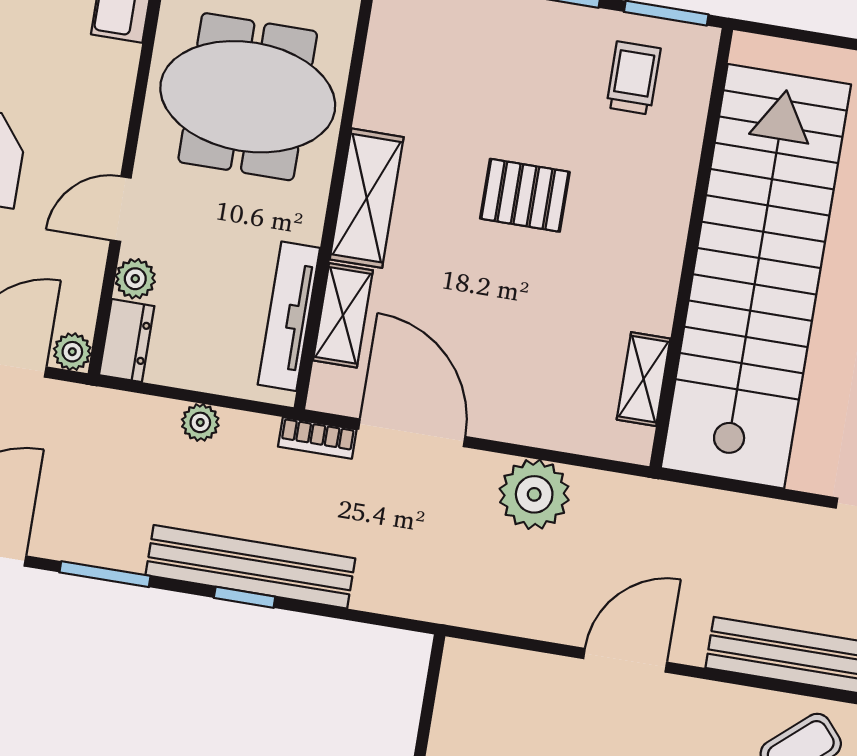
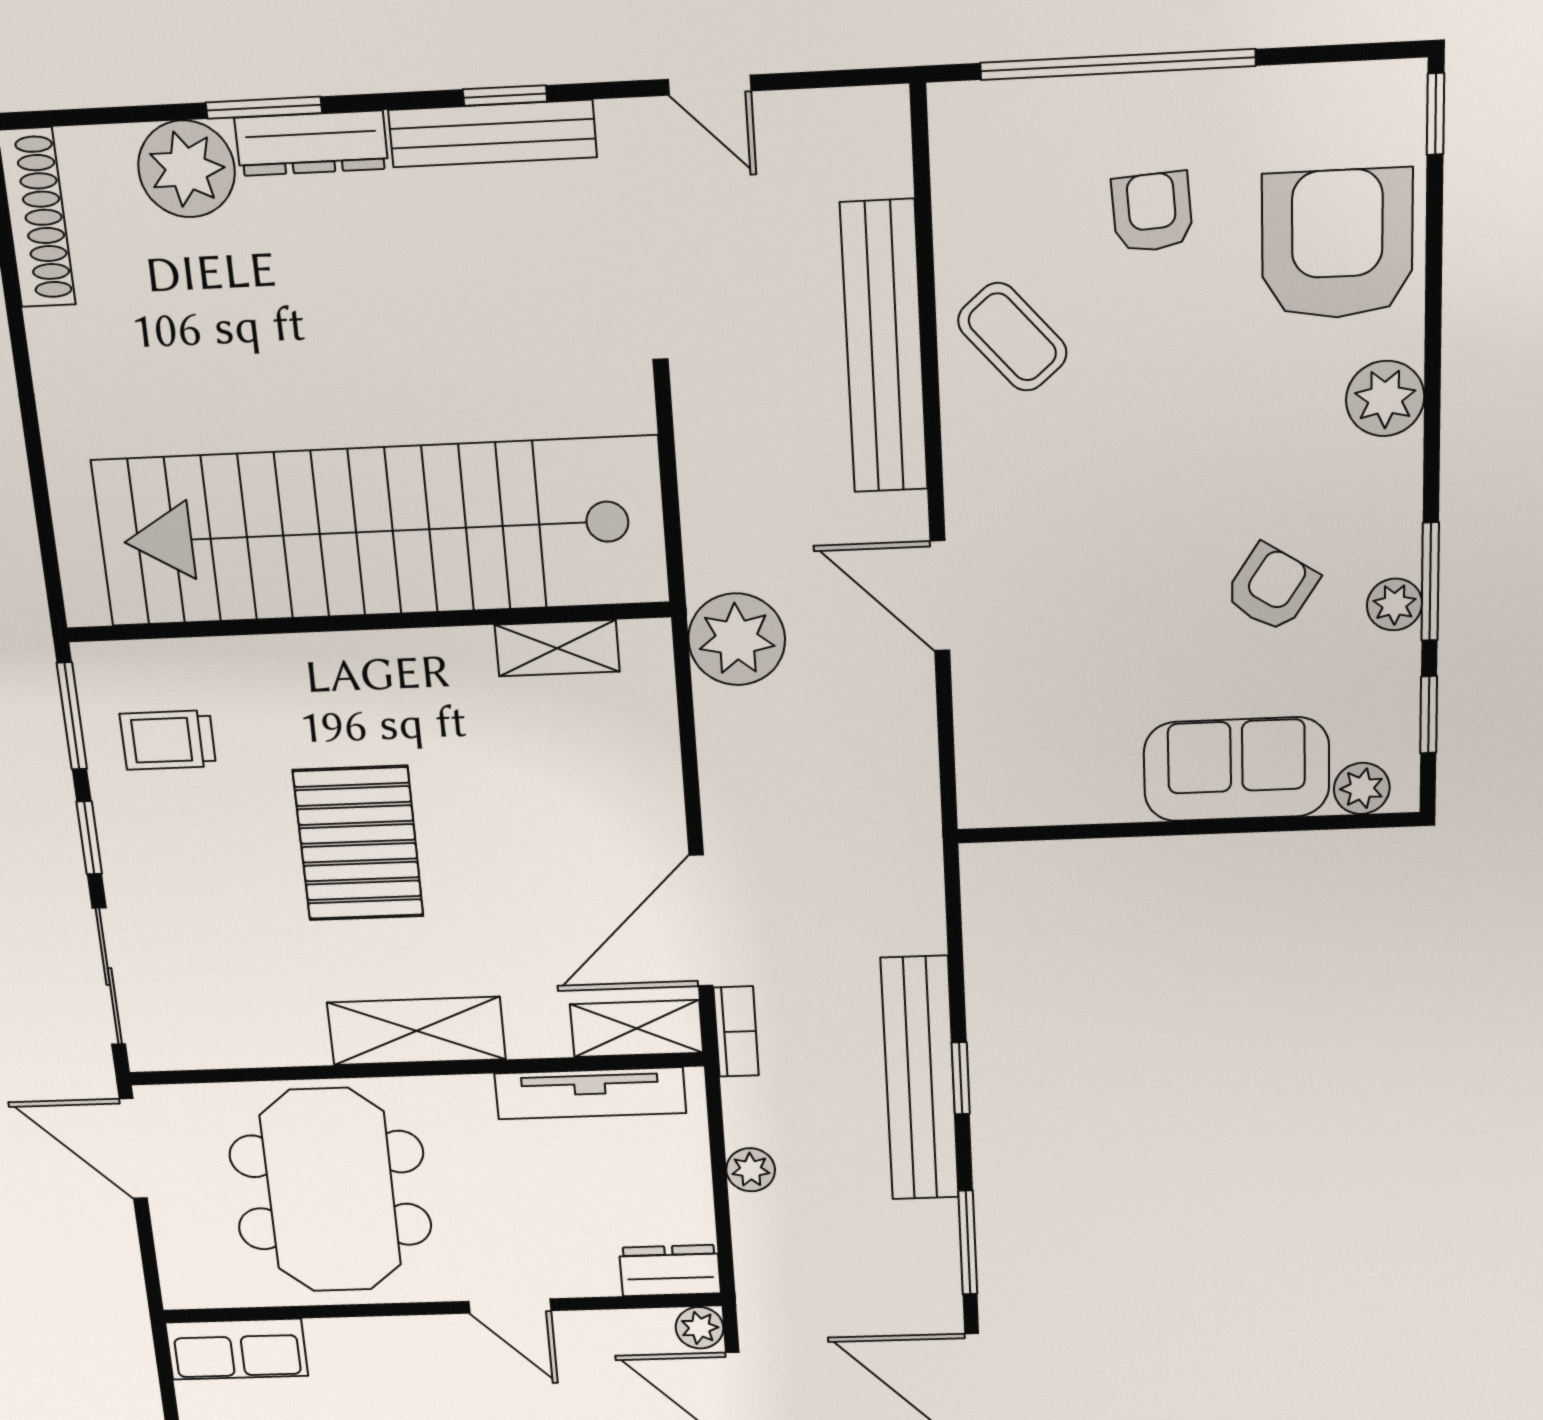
pallet: (525, 195) -> (358, 843), width x1.50, depth x1.42
plant: (135, 279) -> (591, 1275), removed
shelving: (343, 315) -> (637, 1029), moved
plant: (534, 494) -> (737, 639), moved

